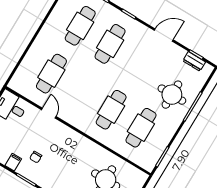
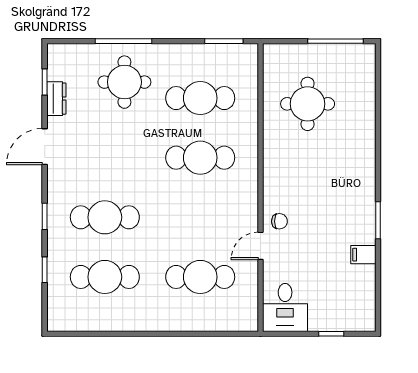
door: (164, 35) -> (45, 147), hinge flipped
dresser: (194, 61) -> (56, 99), moved
chair: (36, 157) -> (279, 221), moved

